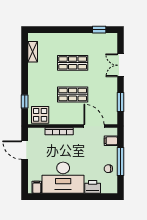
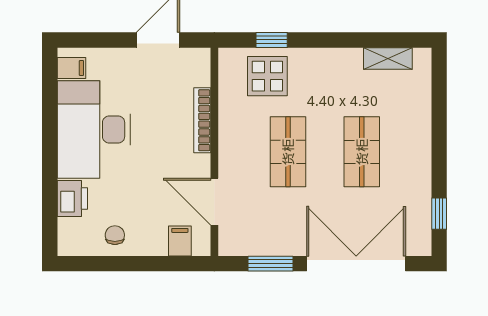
double door: (121, 65) -> (356, 264), width x1.87
display table: (40, 115) -> (267, 76), moved
door: (94, 126) -> (214, 202), swing flipped
window: (121, 162) -> (131, 264), removed

